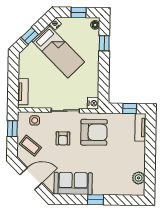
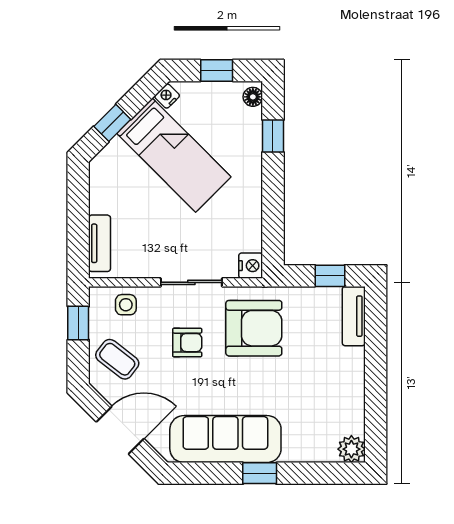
armchair: (63, 138) -> (187, 343), turned -90
plant: (139, 178) -> (351, 449), moved
sofa: (73, 183) -> (225, 439), width x1.36

